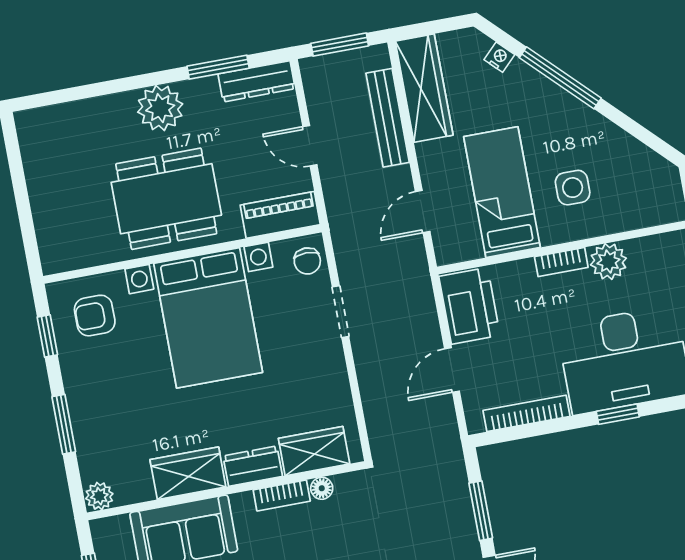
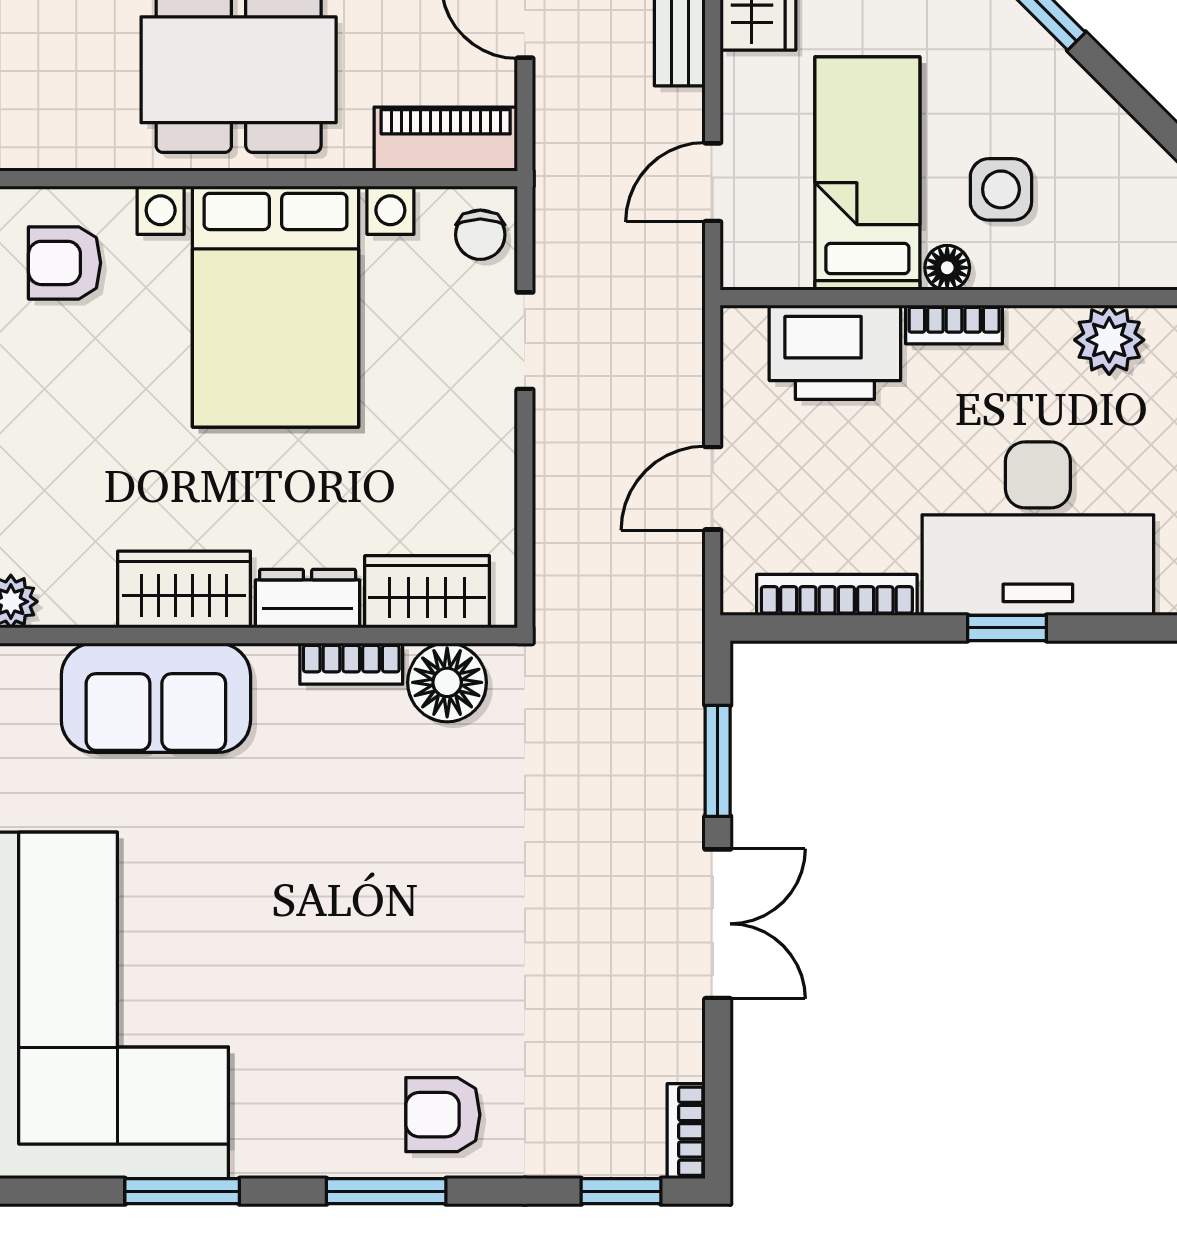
floor lamp: (552, 233) -> (947, 268), added
plant: (608, 262) -> (1109, 340), moved
printer: (469, 306) -> (835, 352), moved, turned 90
floor lamp: (322, 488) -> (447, 682), width x1.89, depth x1.89

